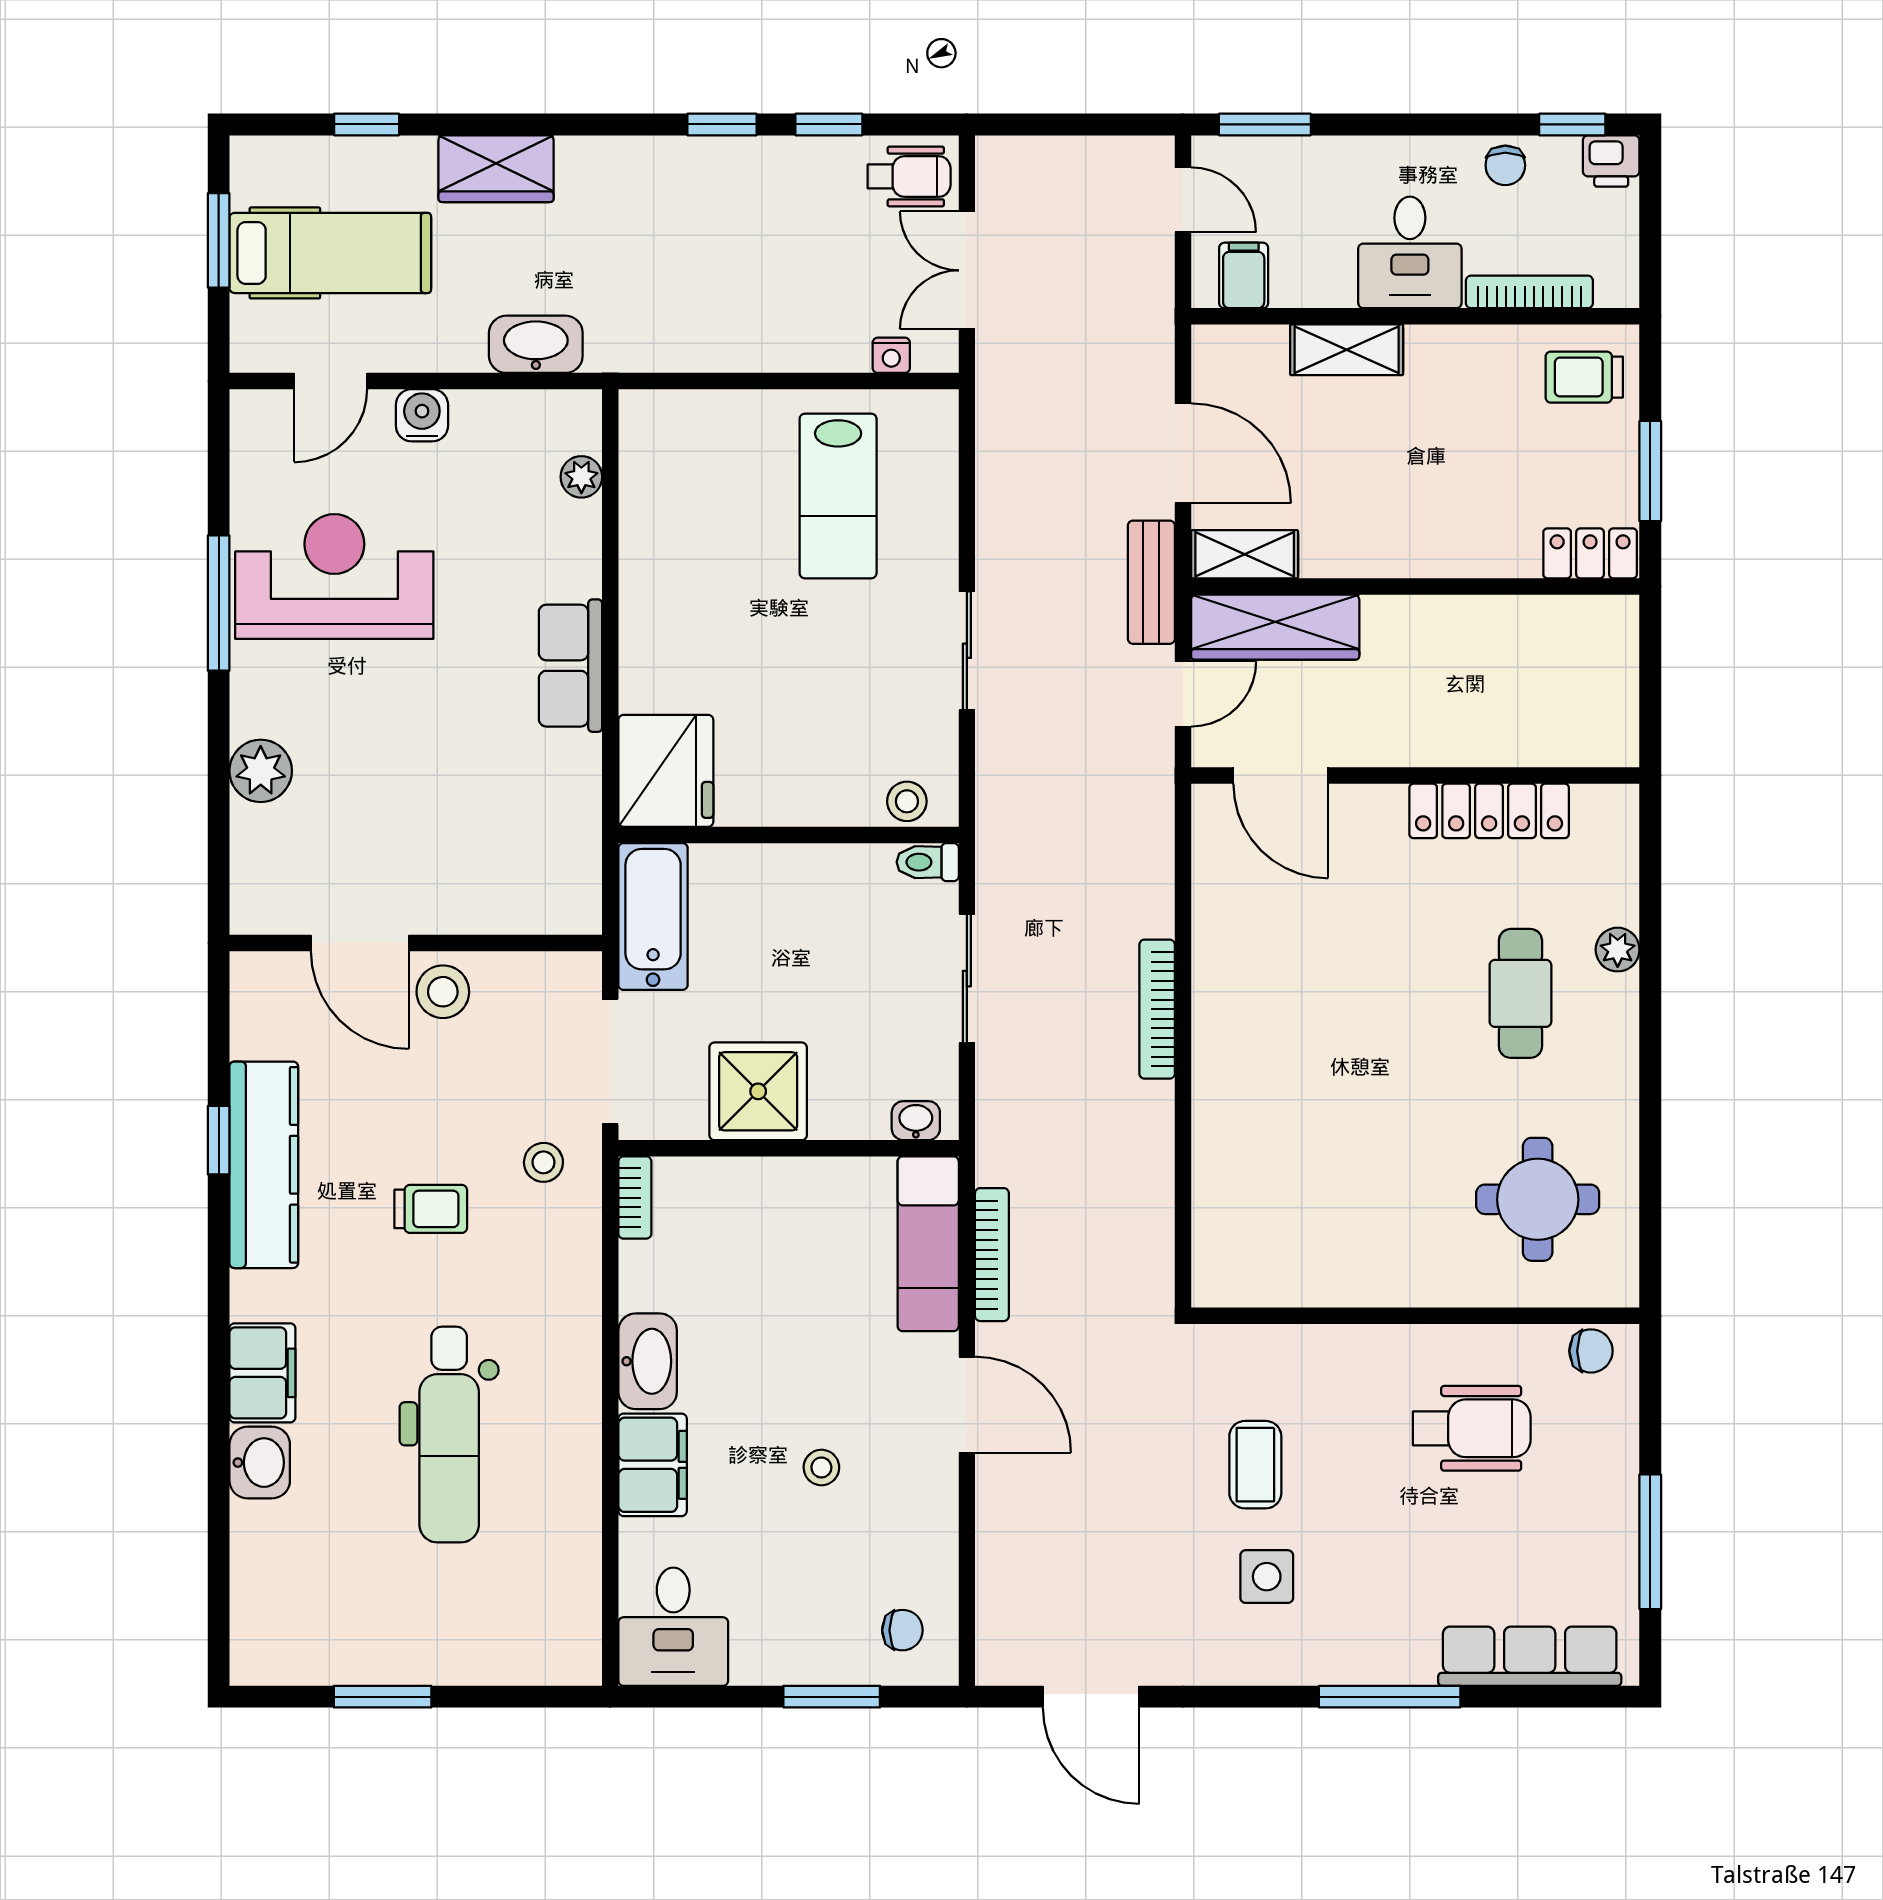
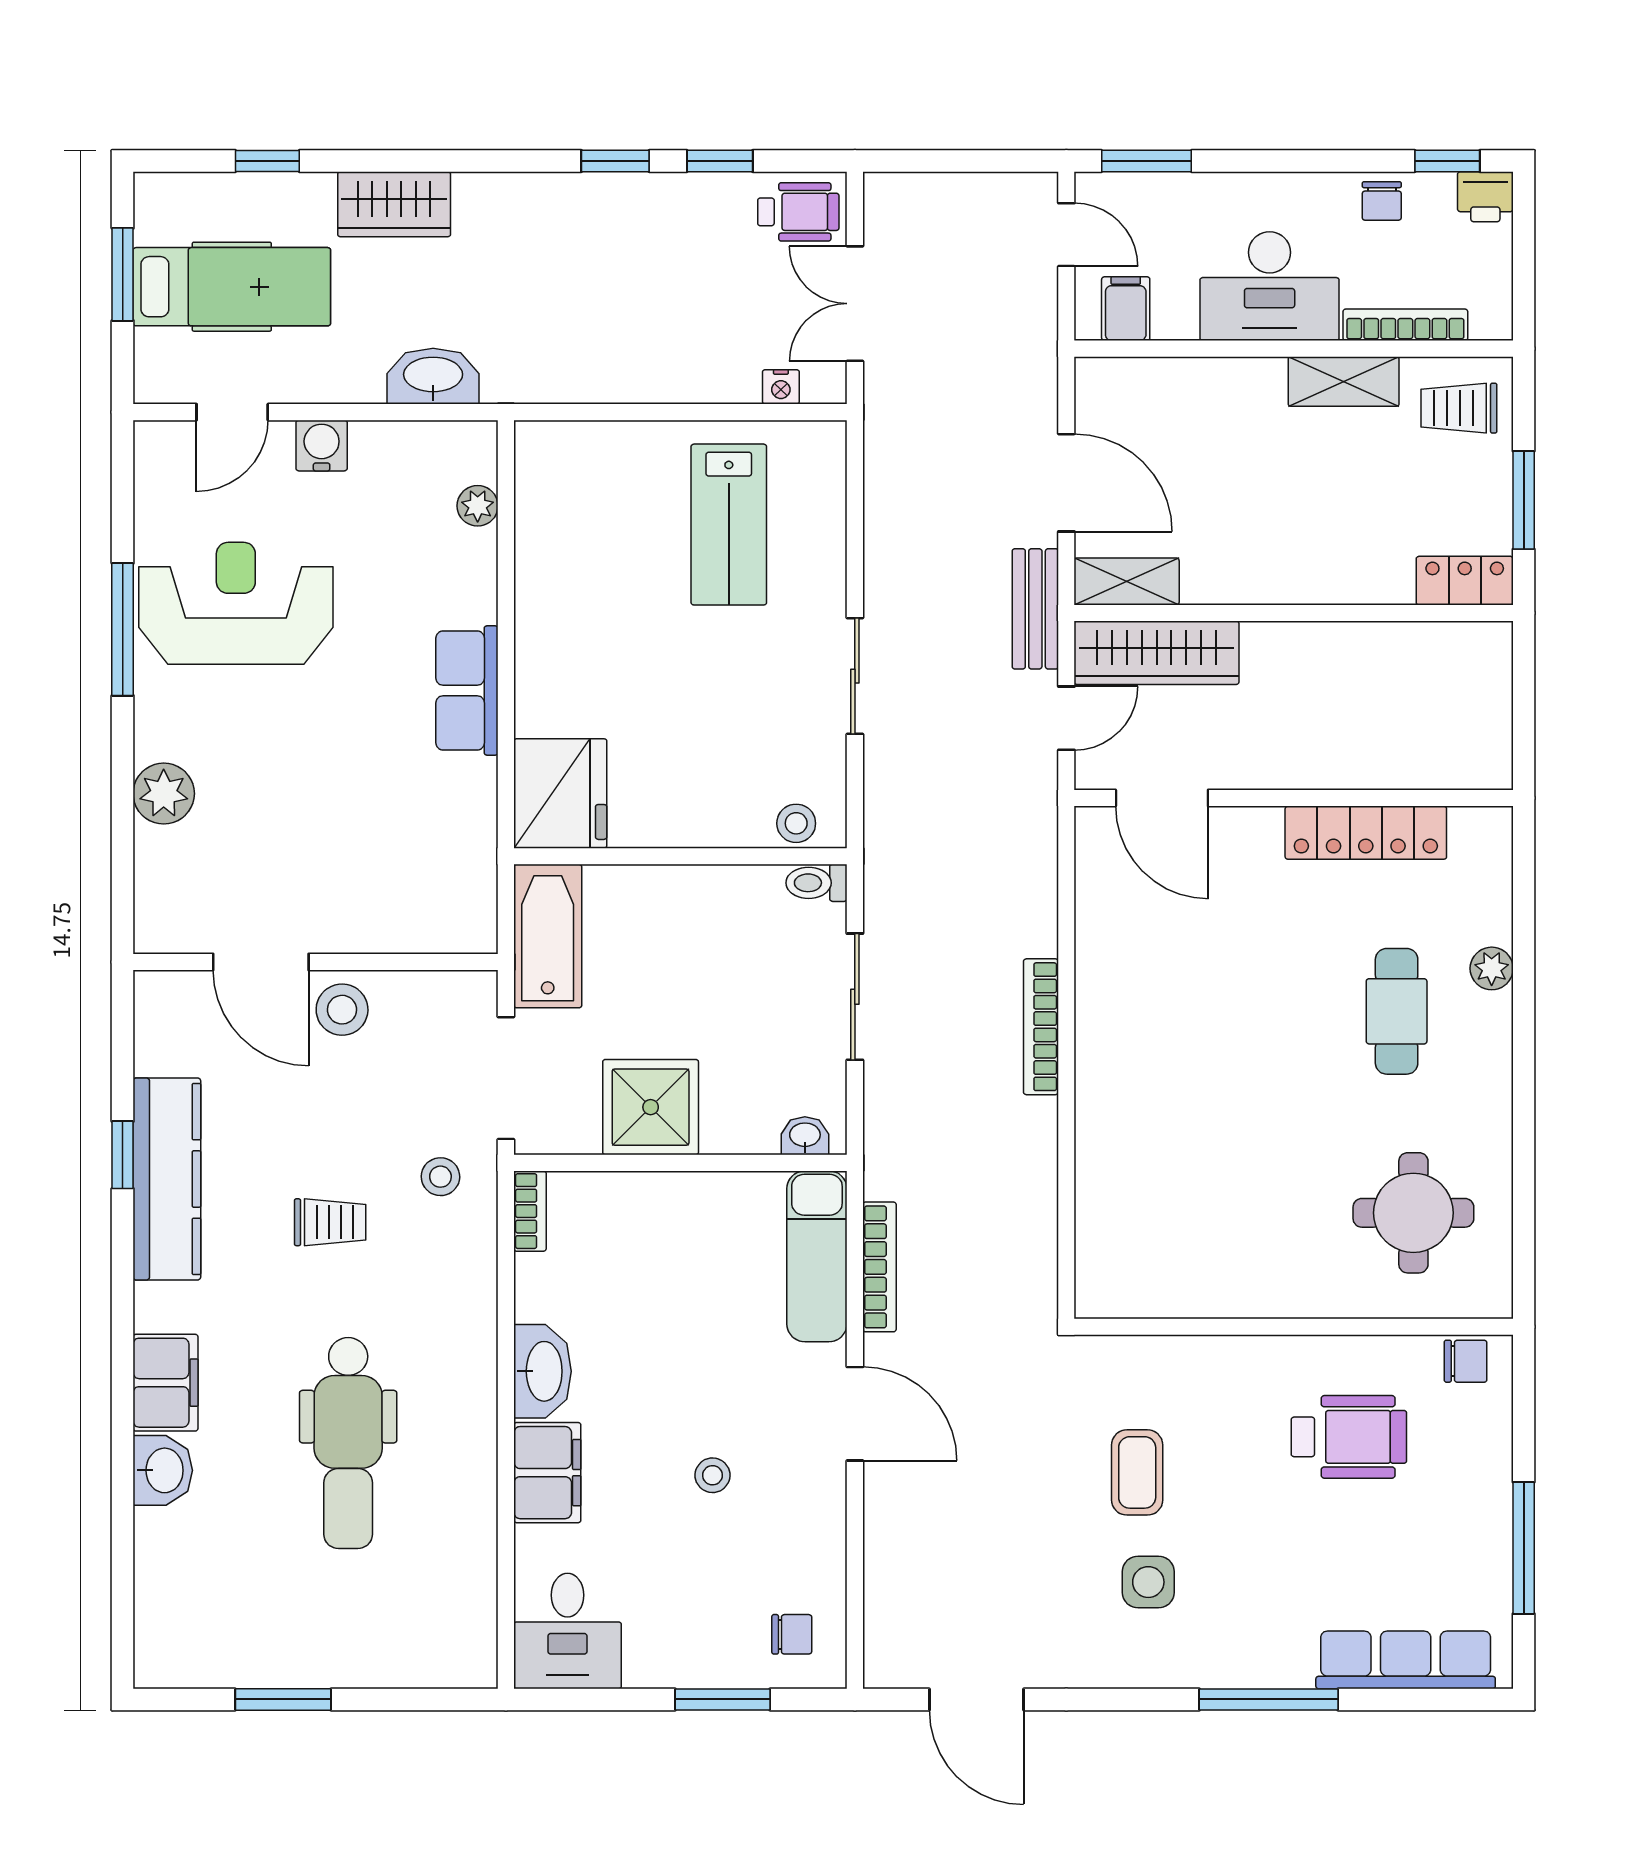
desk: (1410, 252) -> (1270, 286), width x1.37
shelving: (1347, 350) -> (1344, 381), moved

